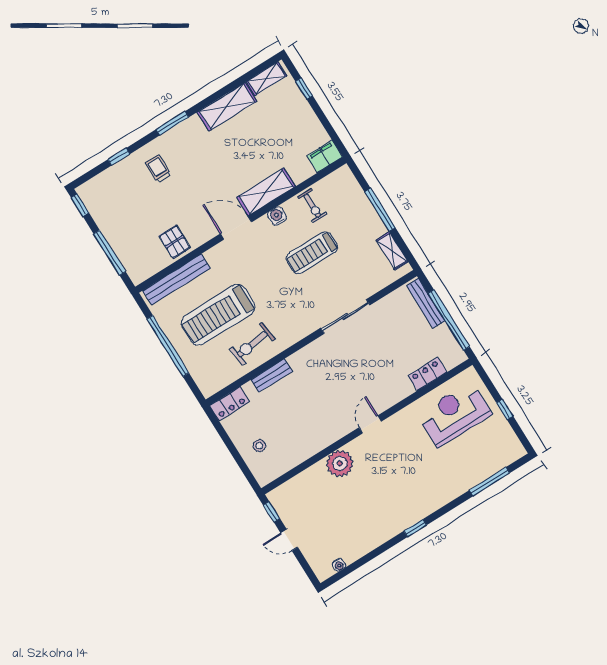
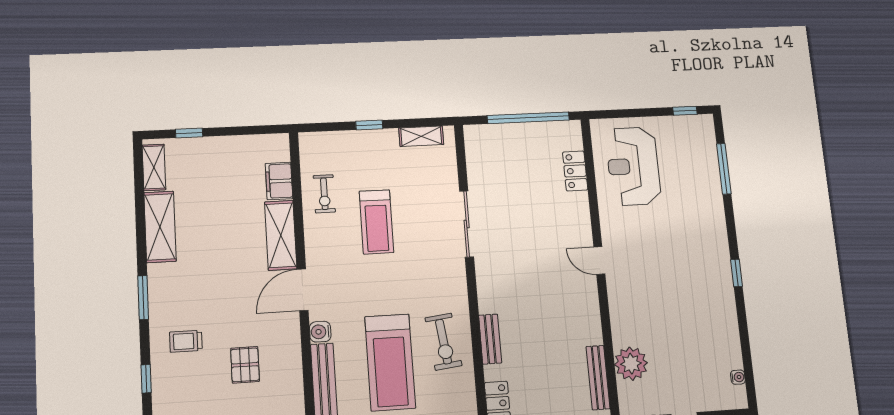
filing cabinet: (325, 156) -> (279, 181), moved
exercise bike: (312, 206) -> (324, 194), turned 90
window: (380, 210) -> (369, 125), width x0.46
water cooler: (277, 216) -> (320, 332), moved
pallet: (175, 242) -> (245, 365), moved, turned 90
bench: (426, 303) -> (598, 378), moved, turned 90
window: (505, 409) -> (685, 111), moved
stool: (259, 446) -> (562, 395), removed
plant: (340, 463) -> (631, 364), moved

